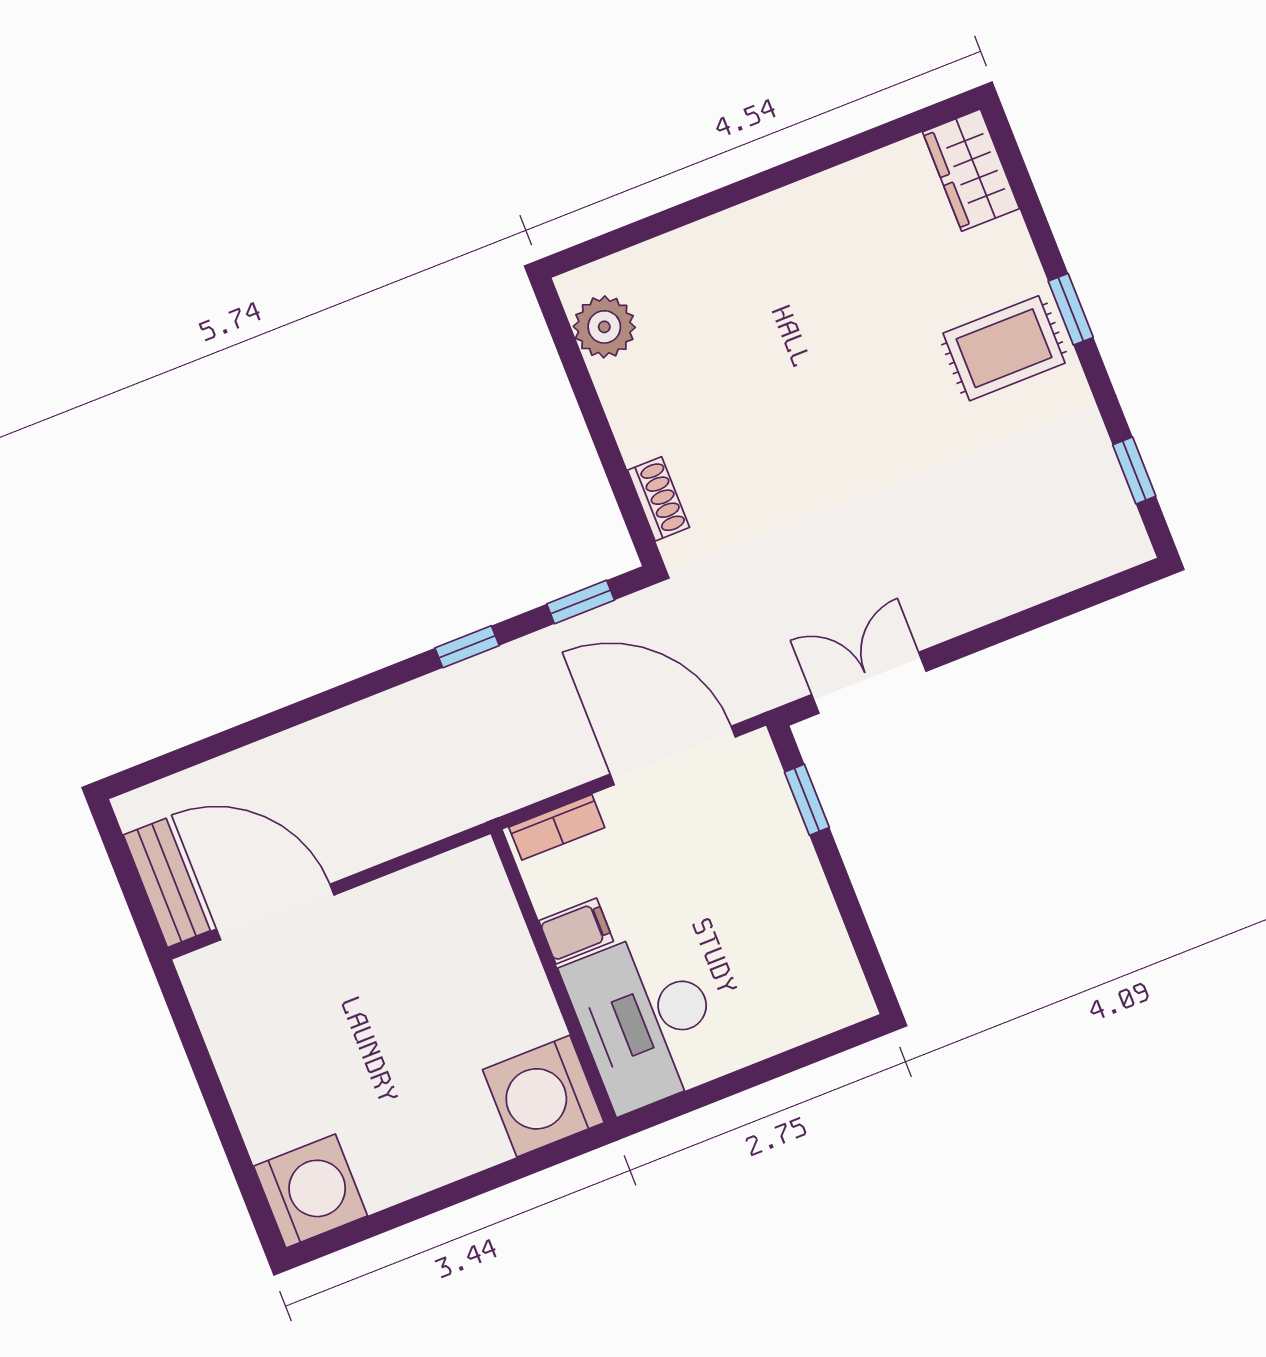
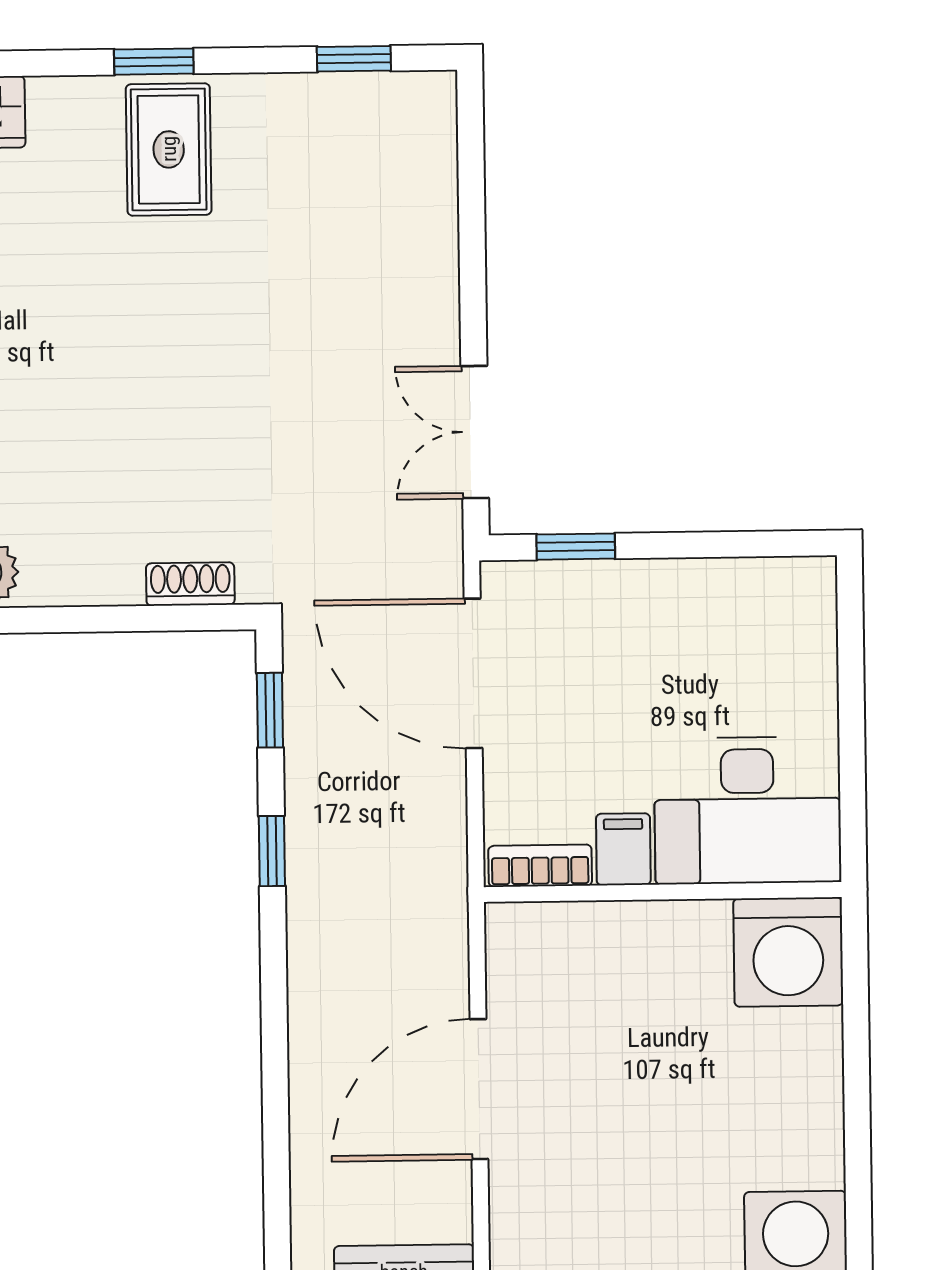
door: (673, 755) -> (473, 673), hinge flipped
bookcase: (557, 827) -> (540, 866), moved, turned -90
door: (275, 912) -> (479, 1089), moved

